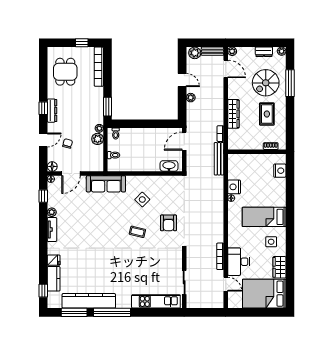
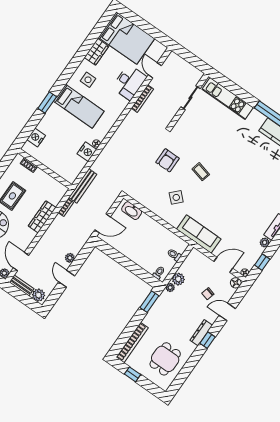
window: (290, 203) -> (47, 102), added
armchair: (169, 223) -> (167, 160), turned 180

